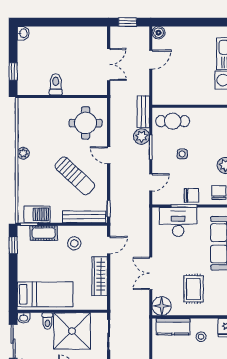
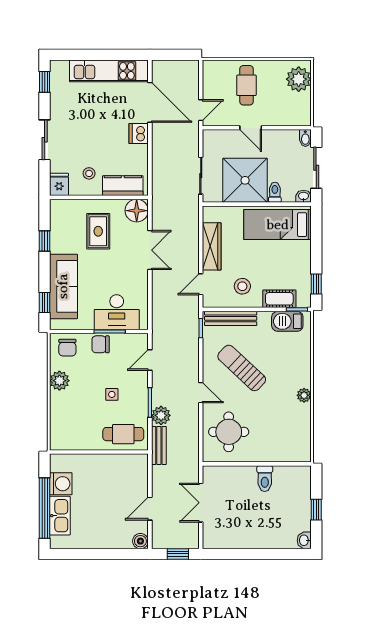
window: (13, 72) -> (316, 510), moved

